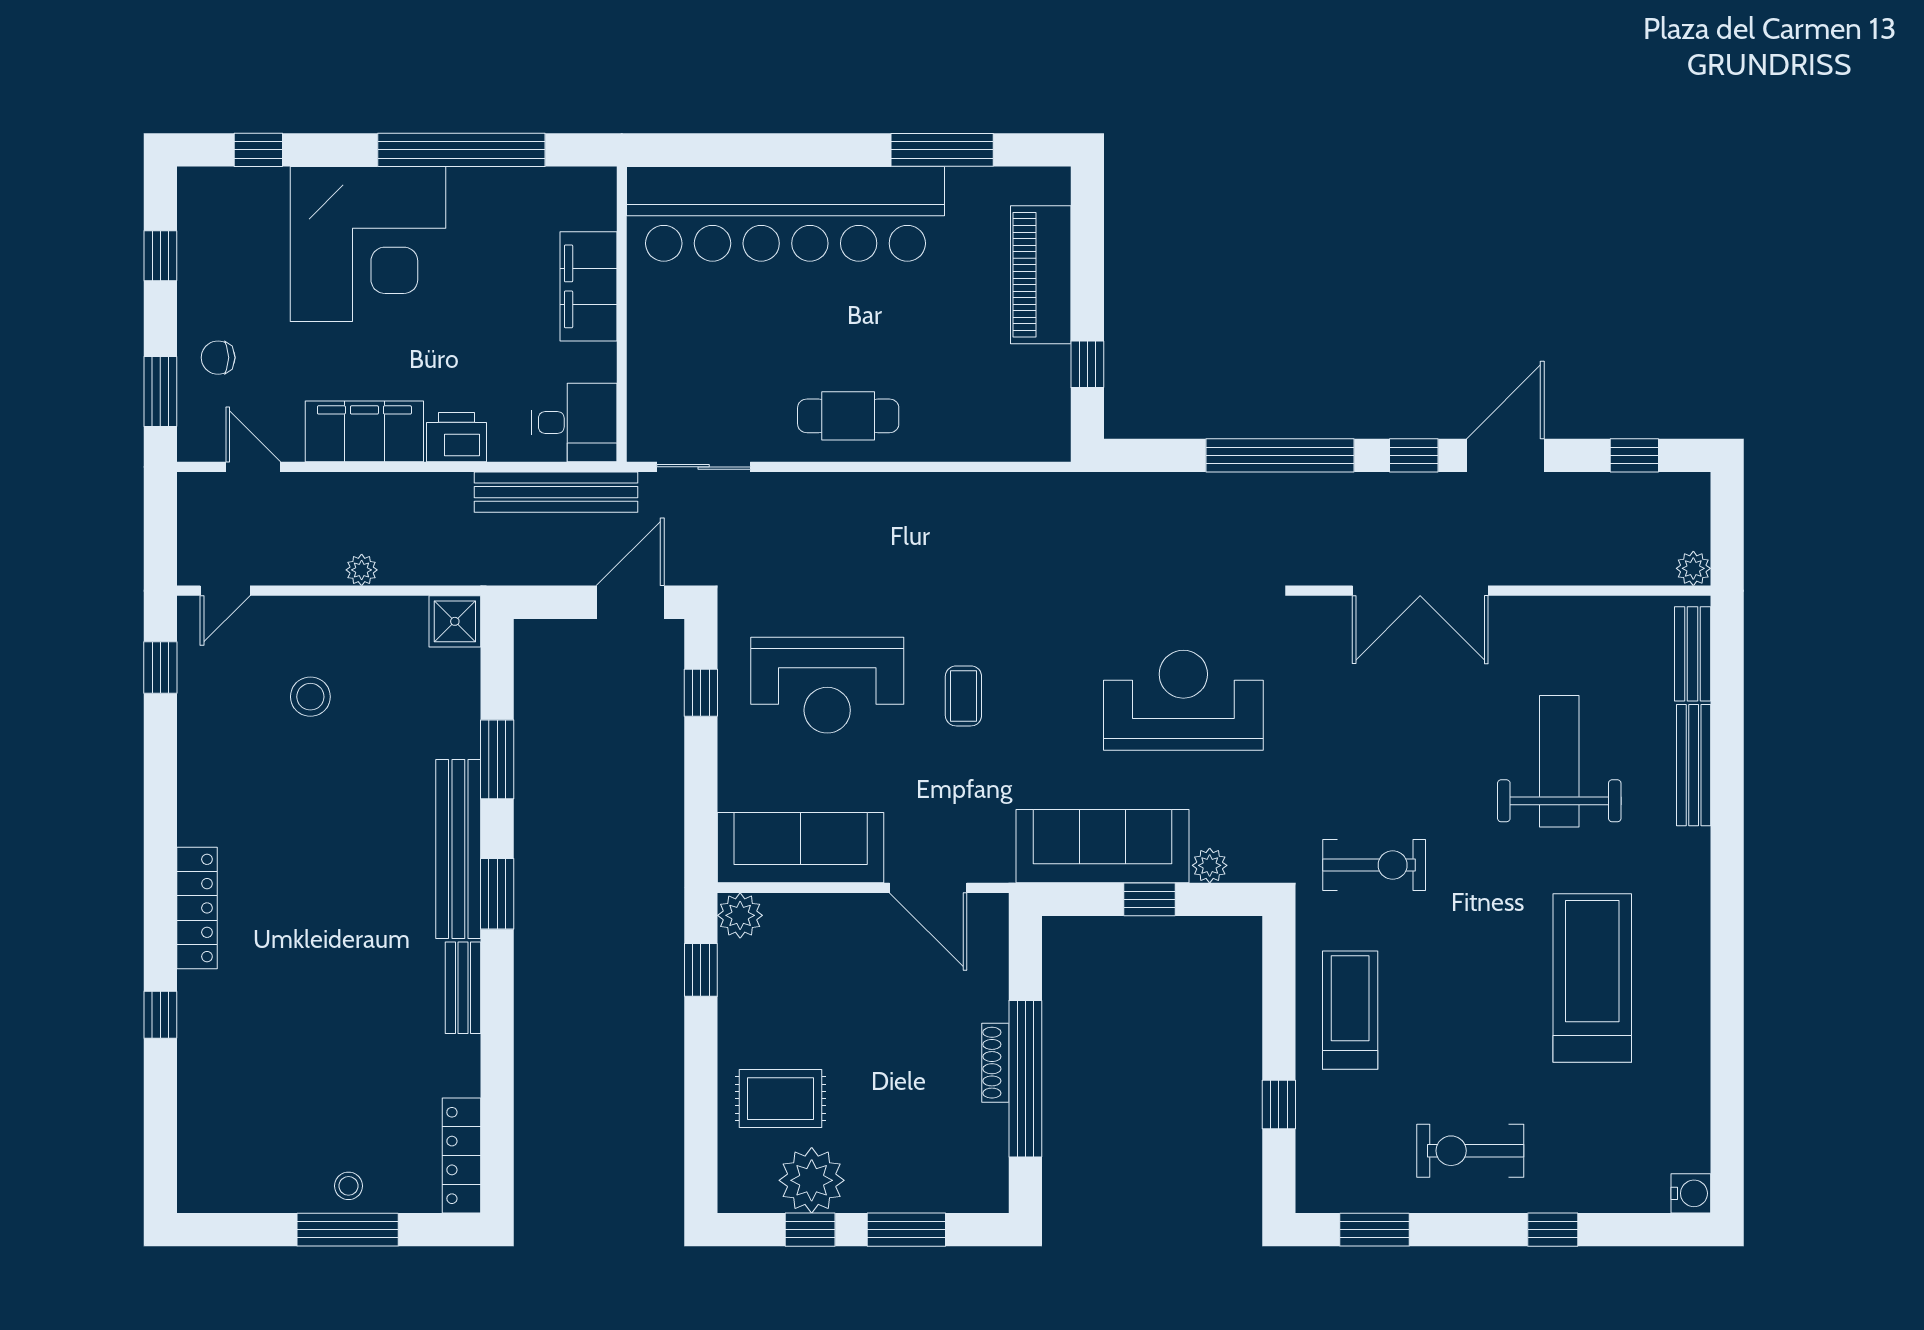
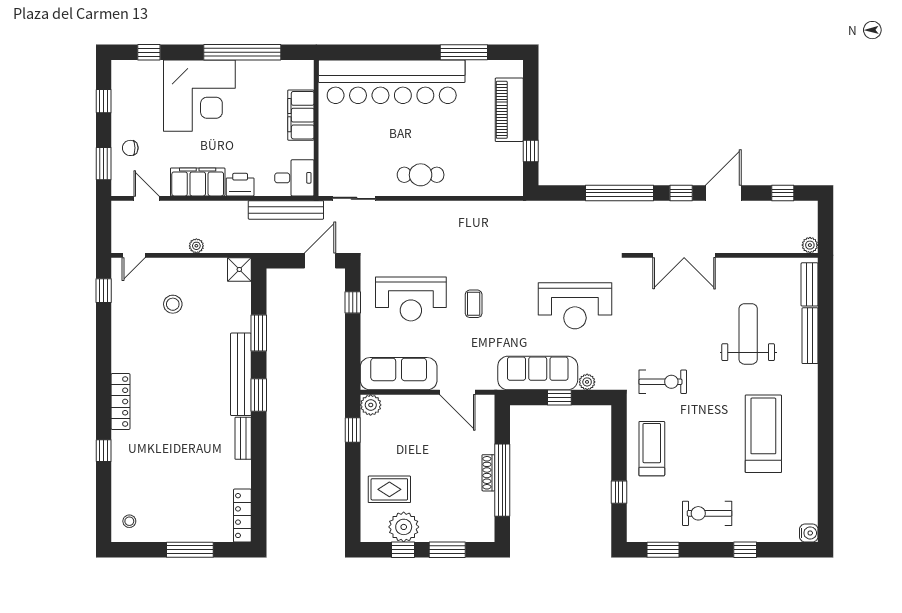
reception desk: (1183, 700) -> (575, 306), turned 180
stool: (348, 1186) -> (129, 521), moved

